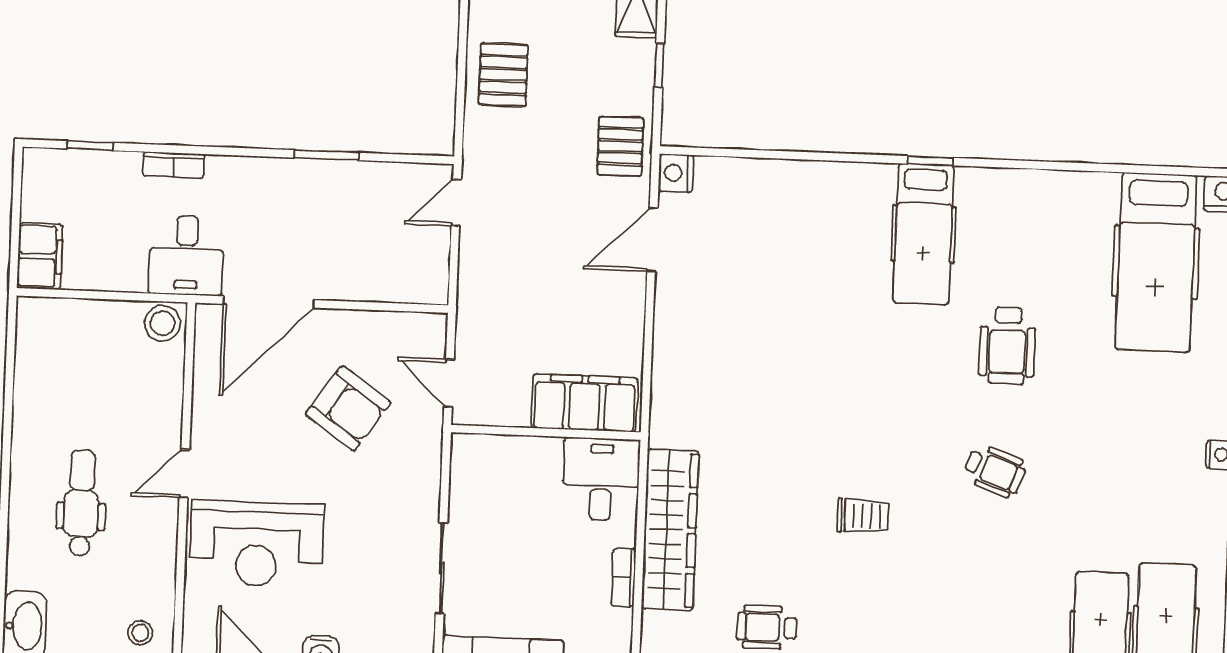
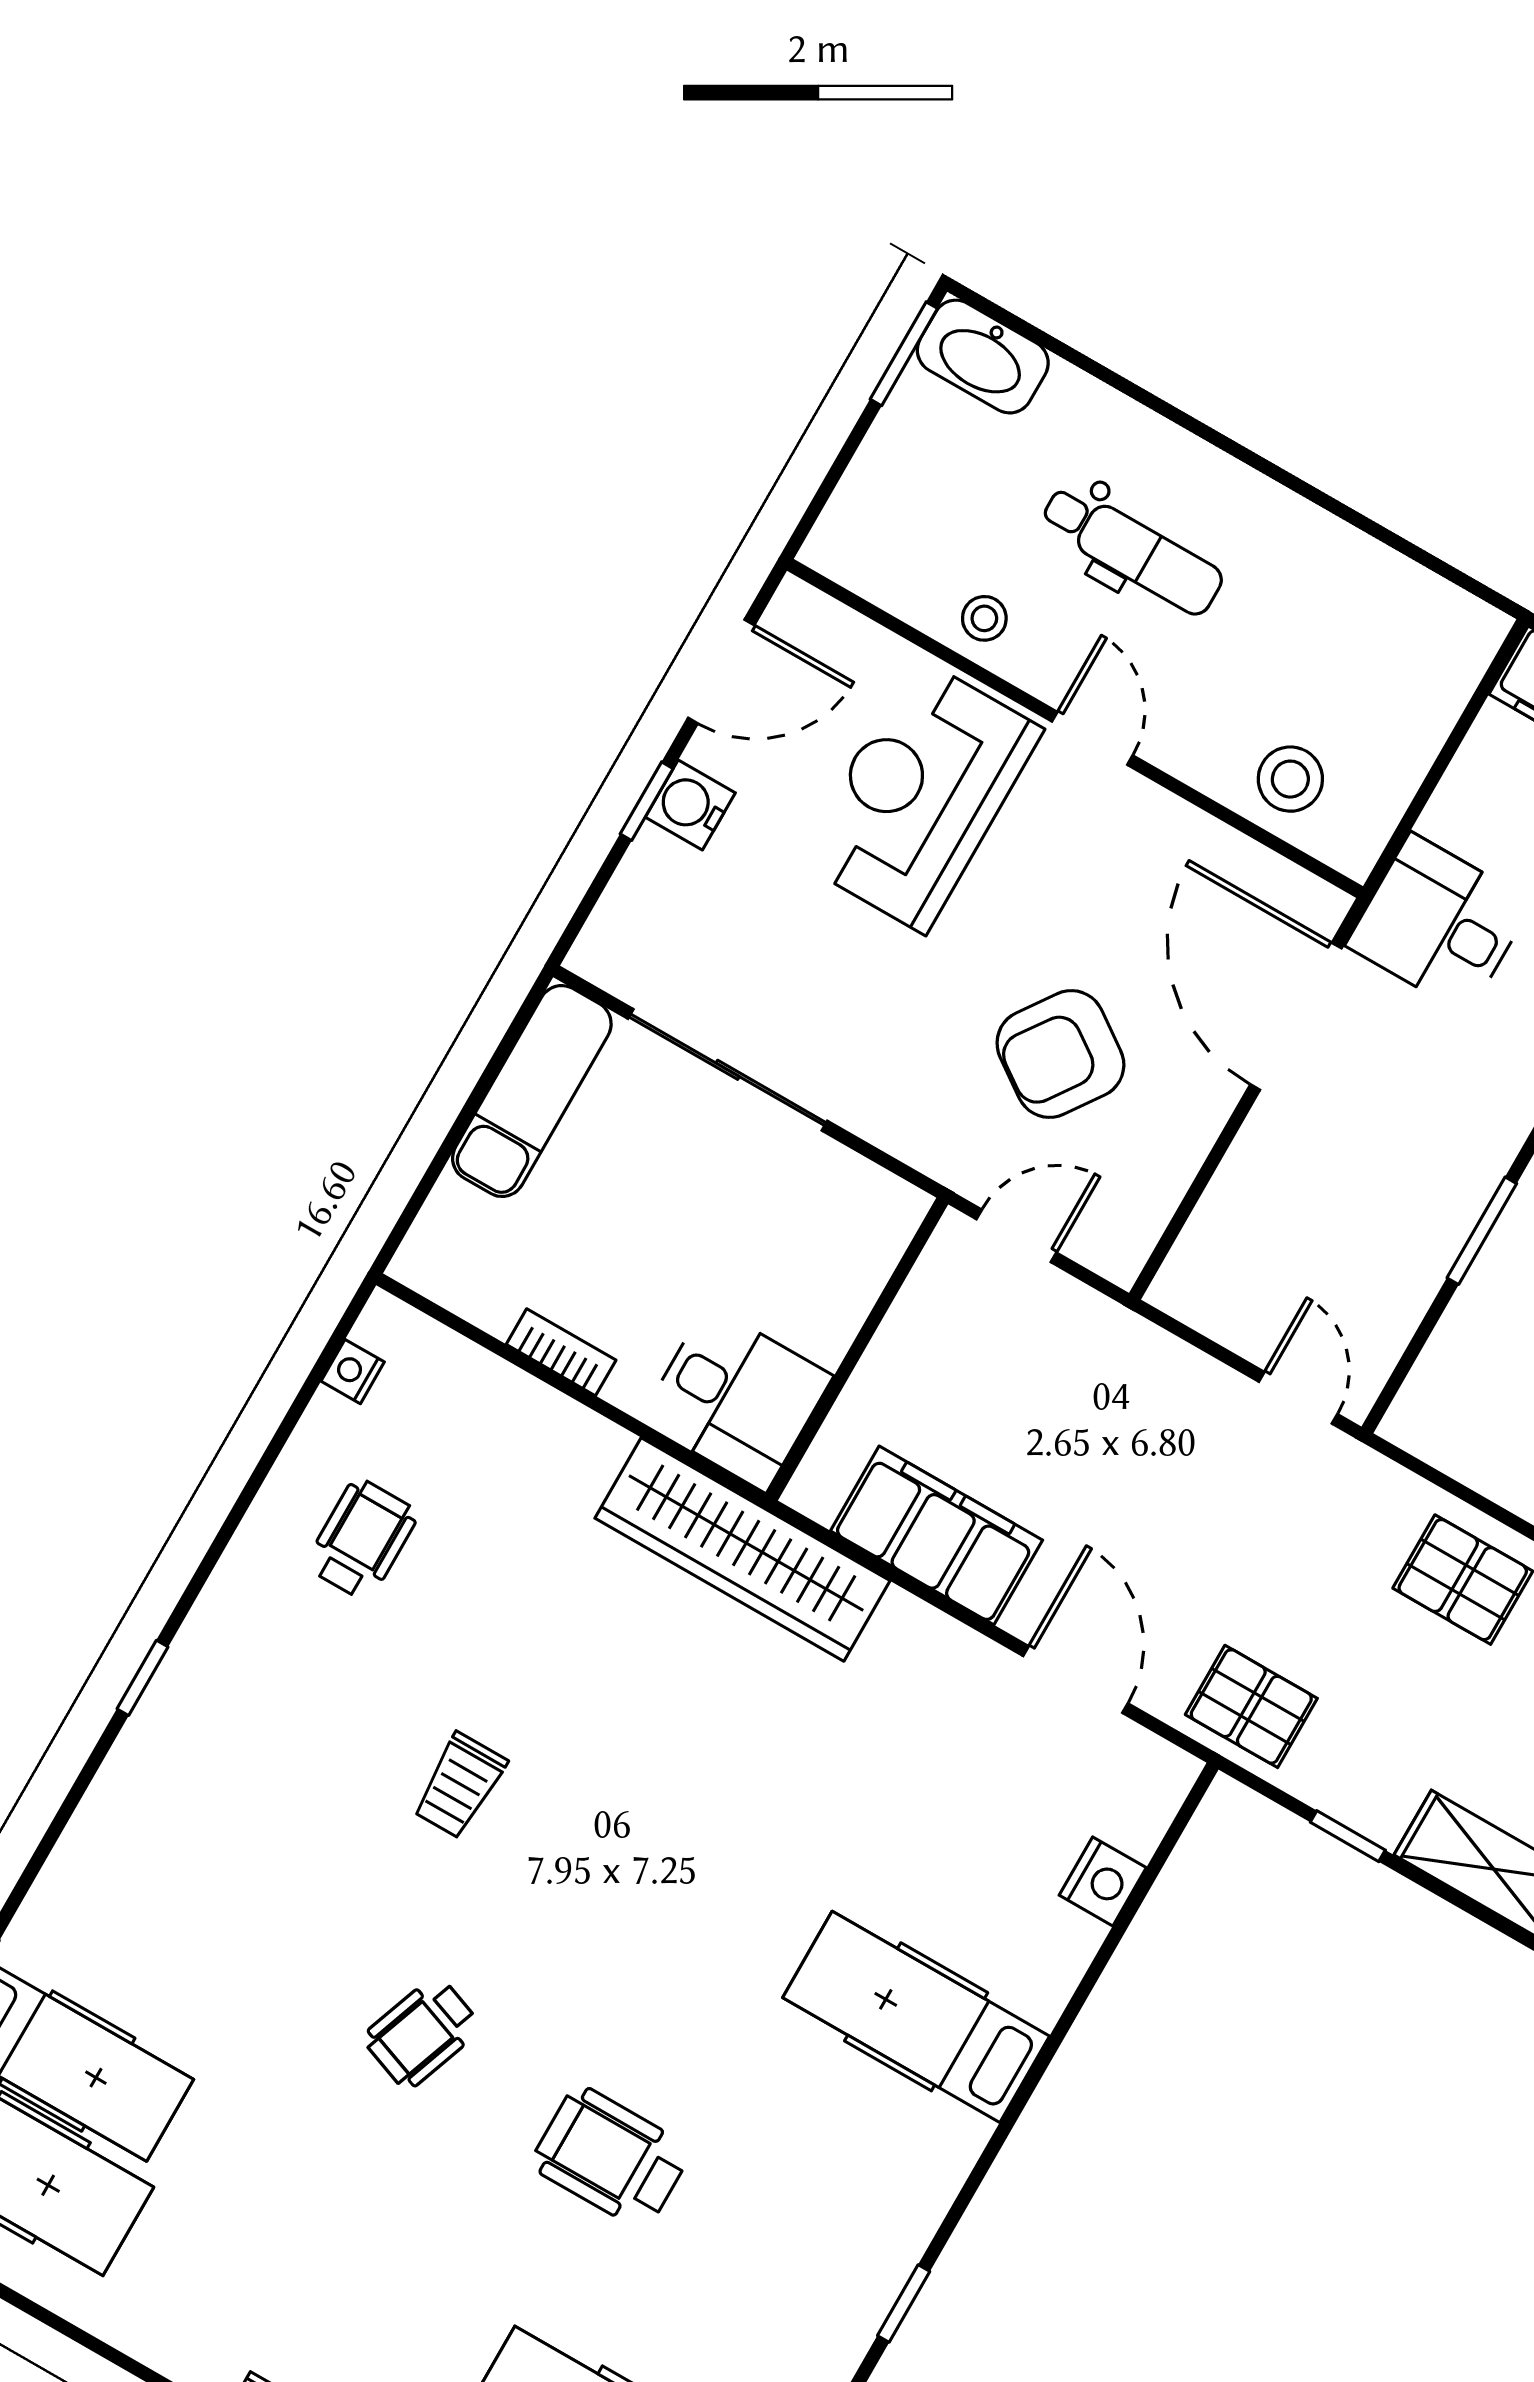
window: (930, 161) -> (904, 2304), moved
nightstand: (676, 173) -> (1103, 1881), moved, turned 90
hospital bed: (924, 234) -> (916, 2017), moved
stool: (162, 323) -> (1290, 779), moved
filing cabinet: (584, 403) -> (937, 1535), moved, turned -90
wardrobe: (670, 530) -> (742, 1549), moved
sliding door: (442, 568) -> (728, 1070), width x1.37
stool: (140, 633) -> (984, 618), moved

